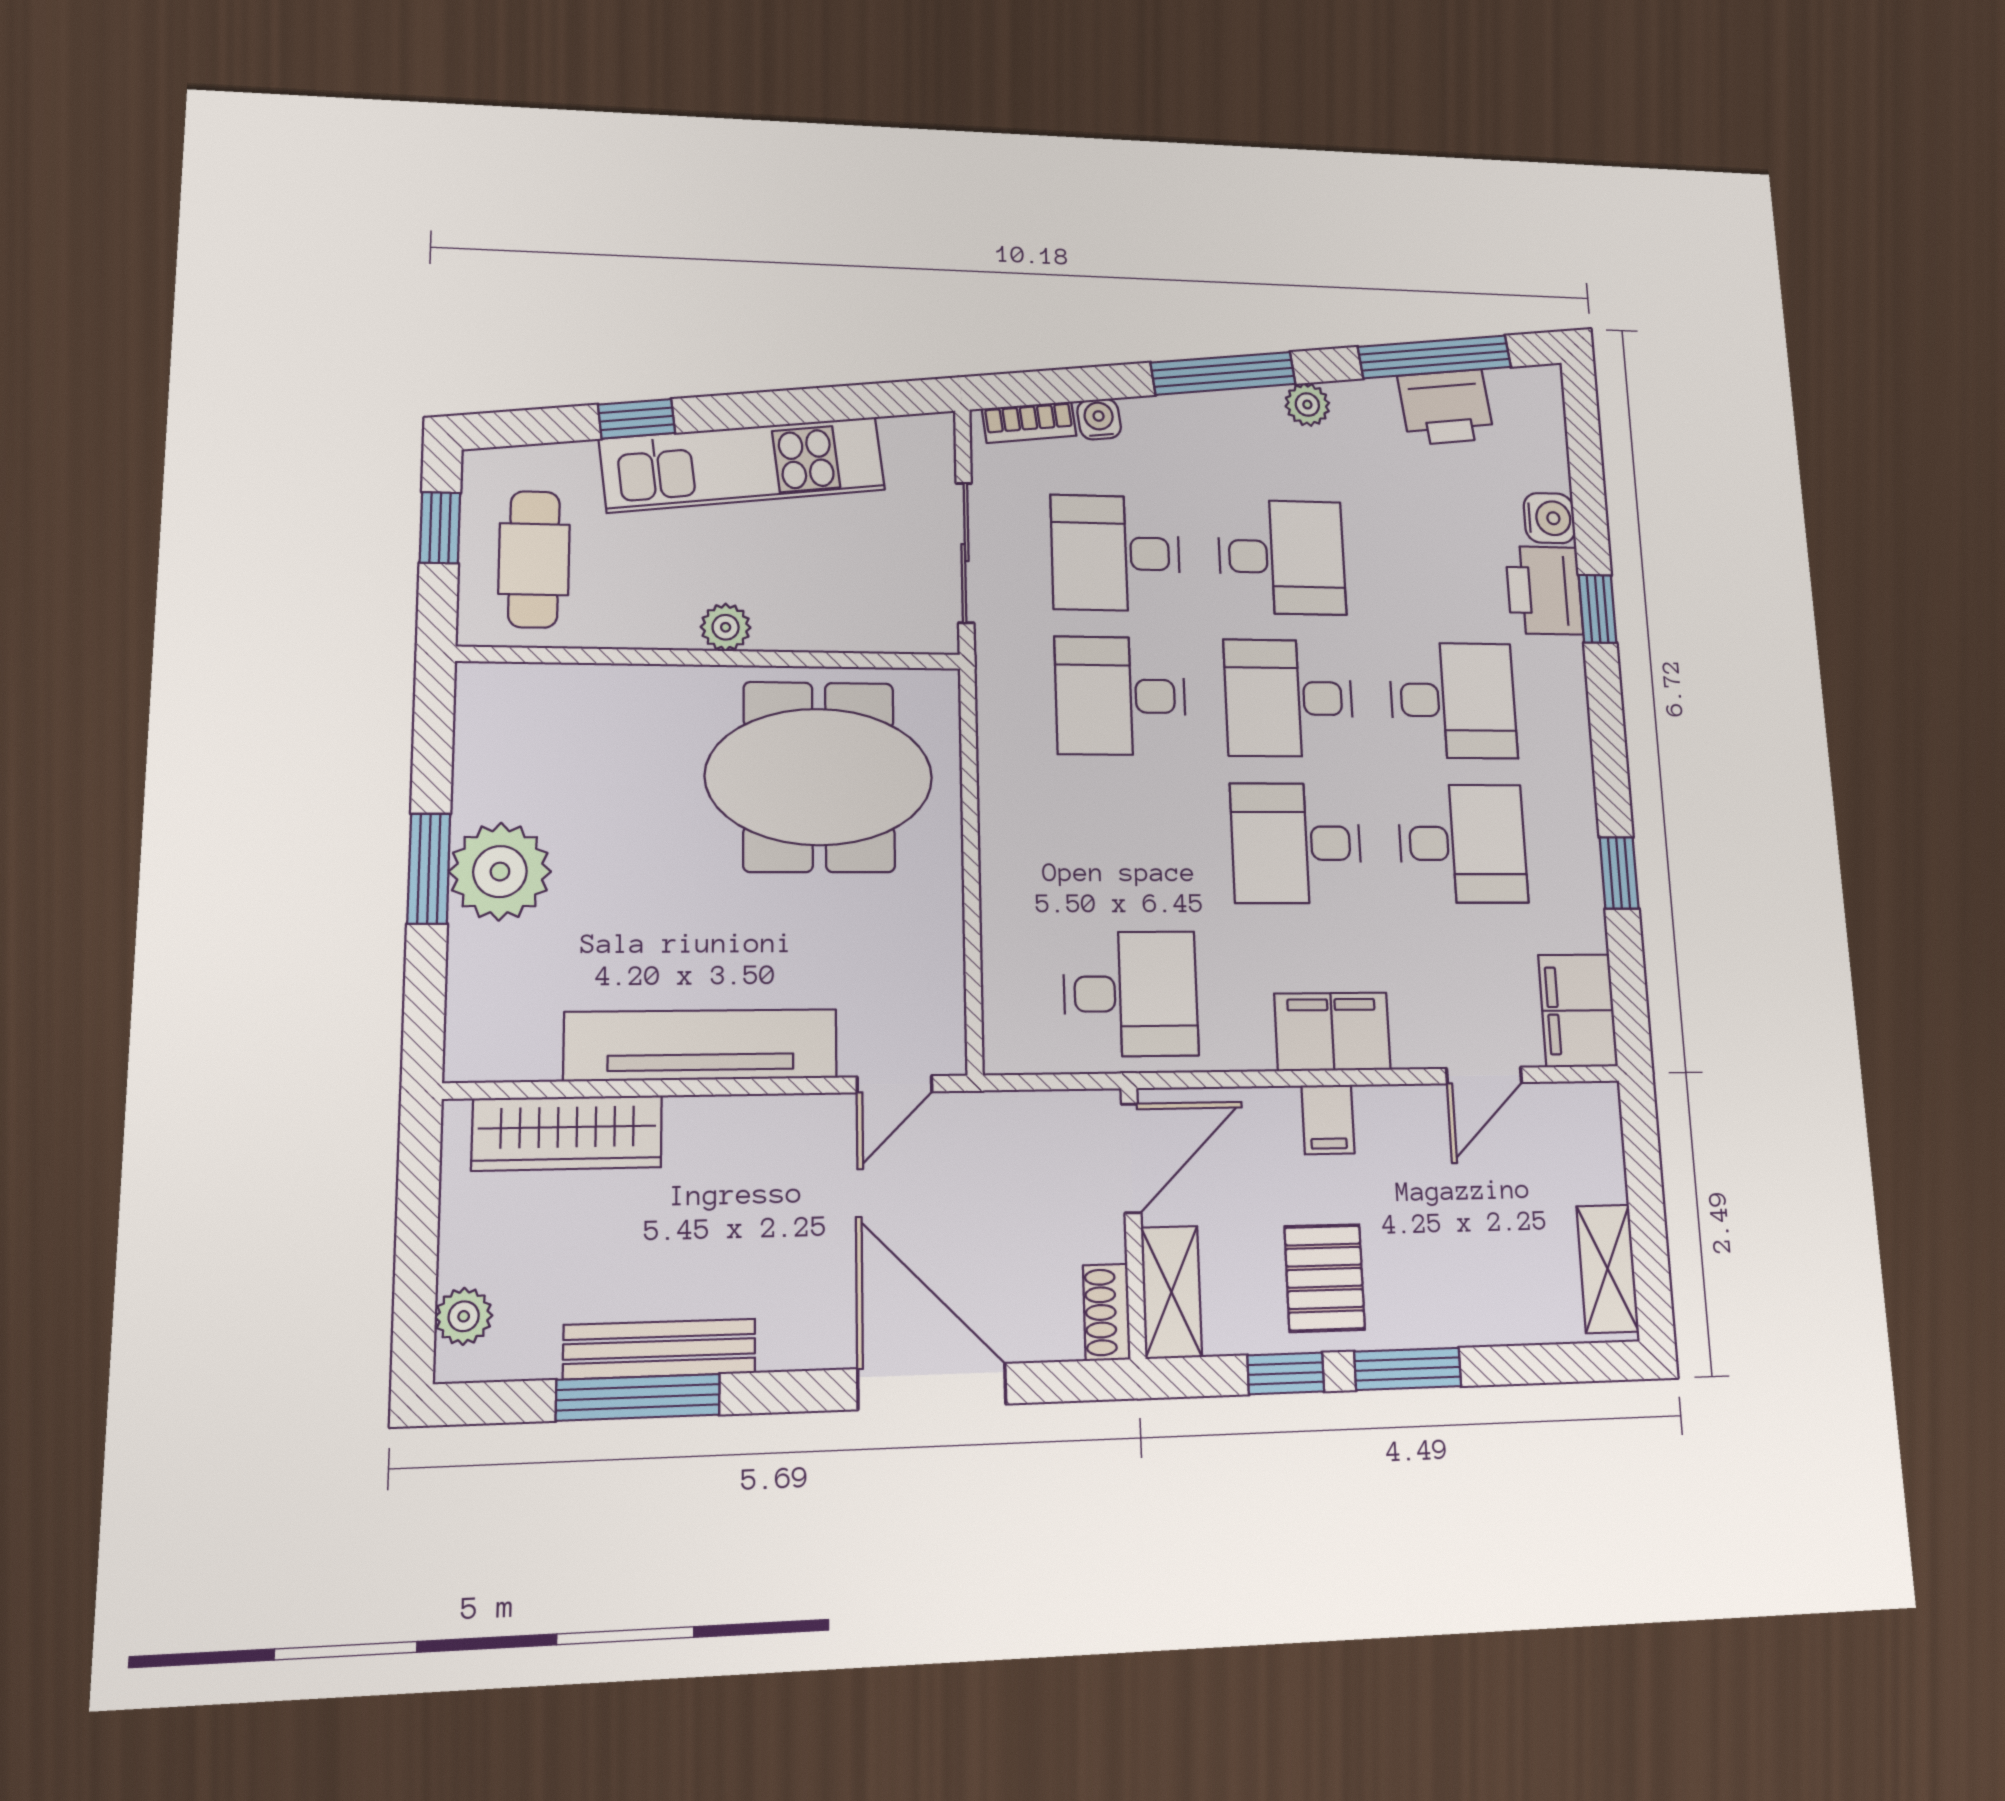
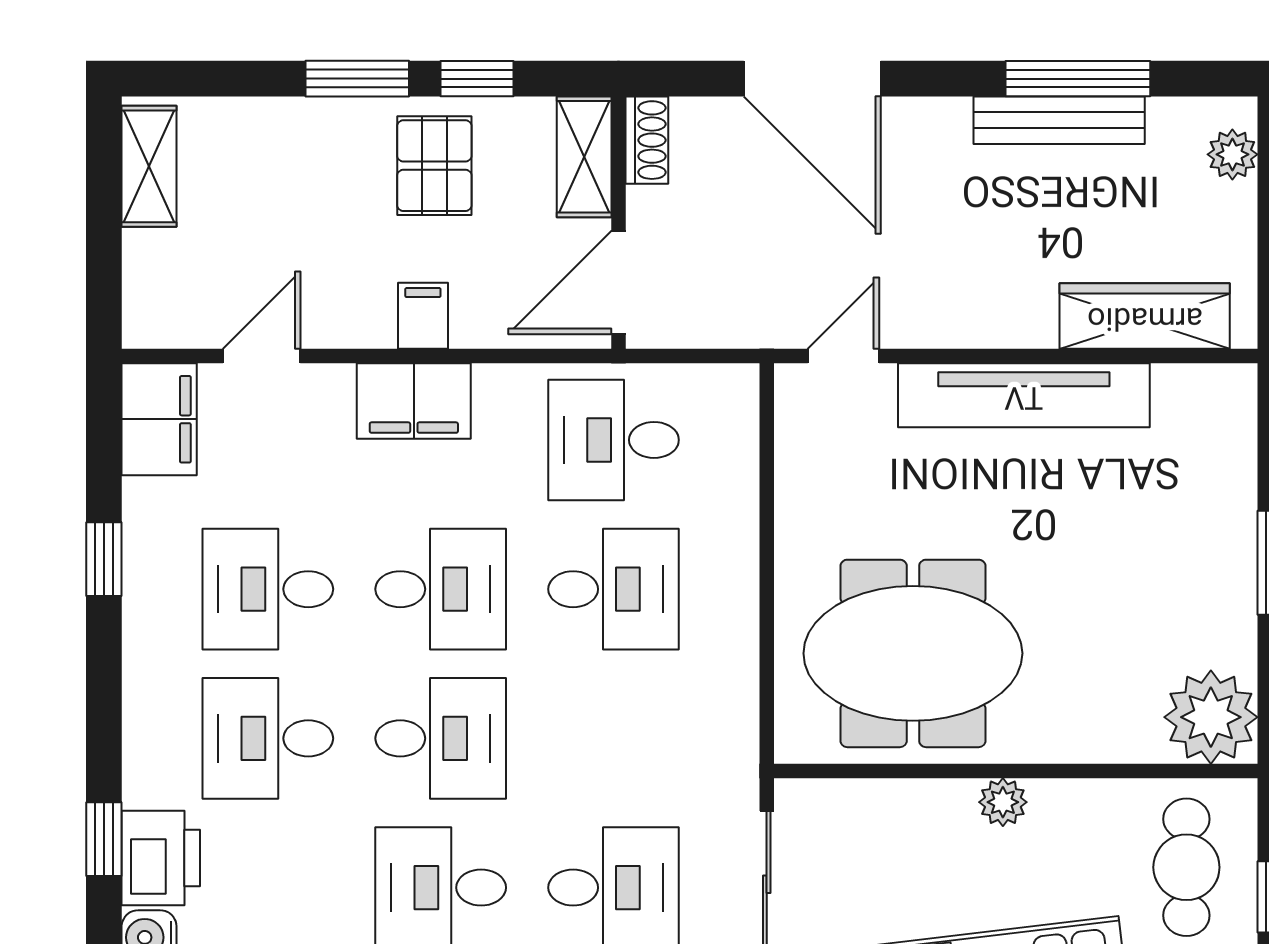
desk: (1120, 696) -> (614, 589), moved
plant: (500, 872) -> (1211, 717), moved

